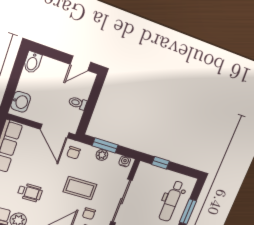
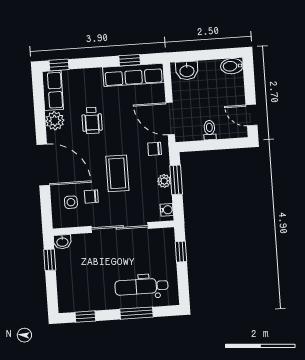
door: (55, 131) -> (170, 119), hinge flipped

